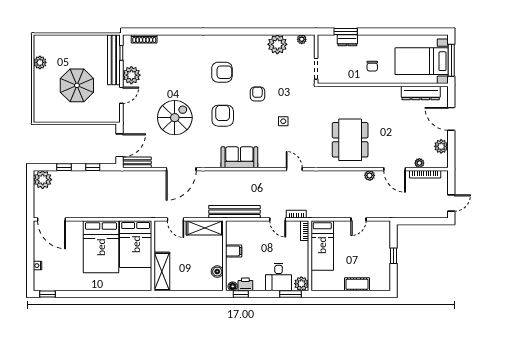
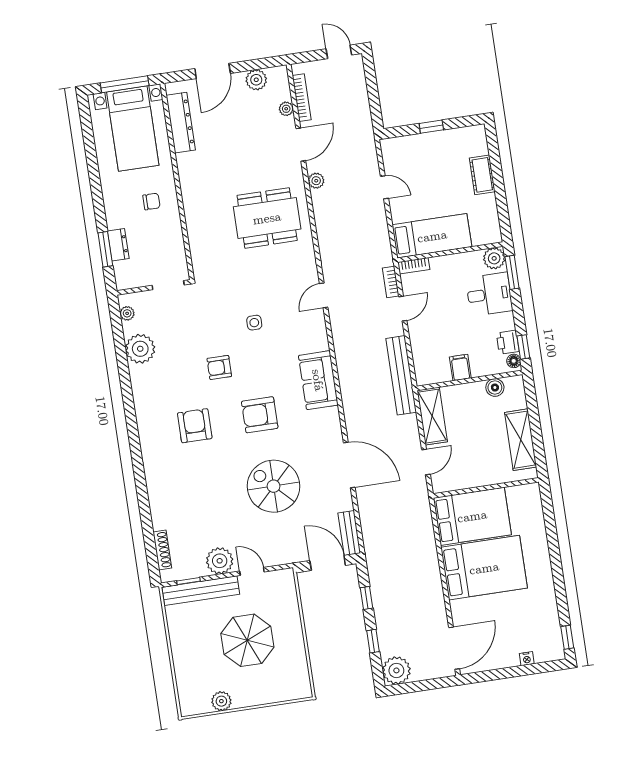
shelving: (162, 271) -> (521, 440), moved, turned 90

